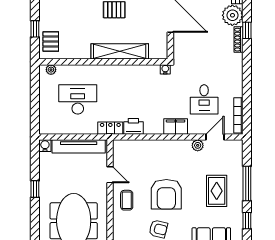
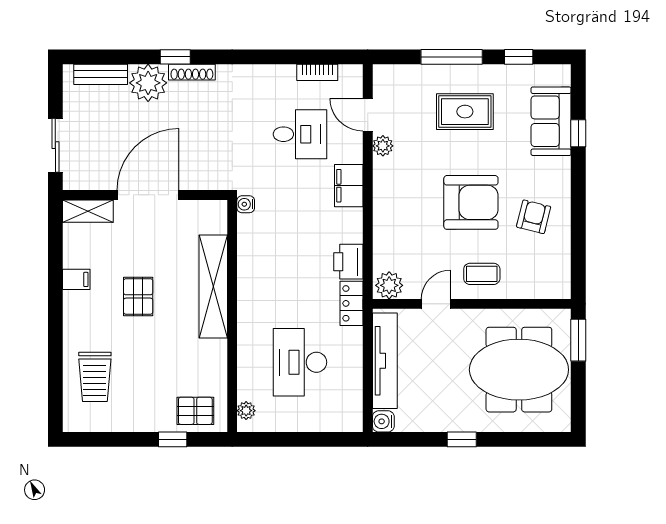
bookcase: (238, 115) -> (317, 72), width x0.64
plant: (120, 149) -> (389, 285), added

